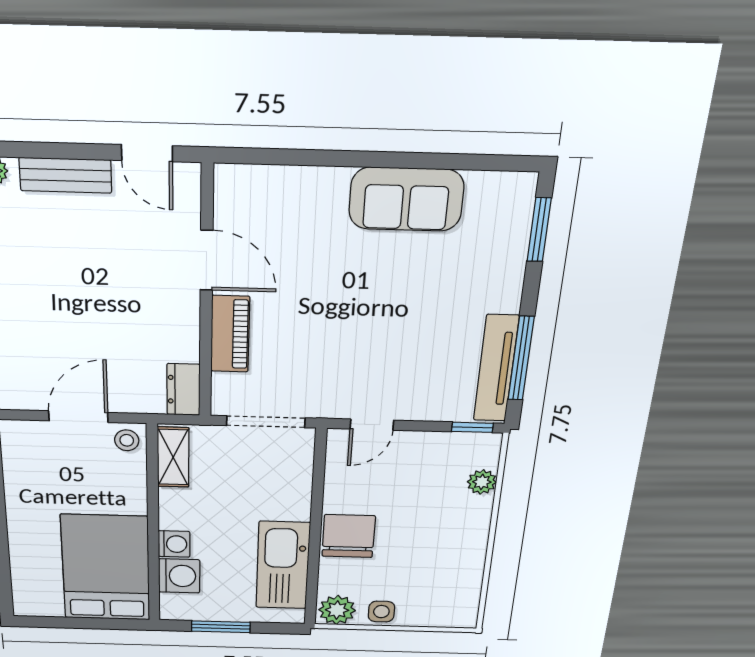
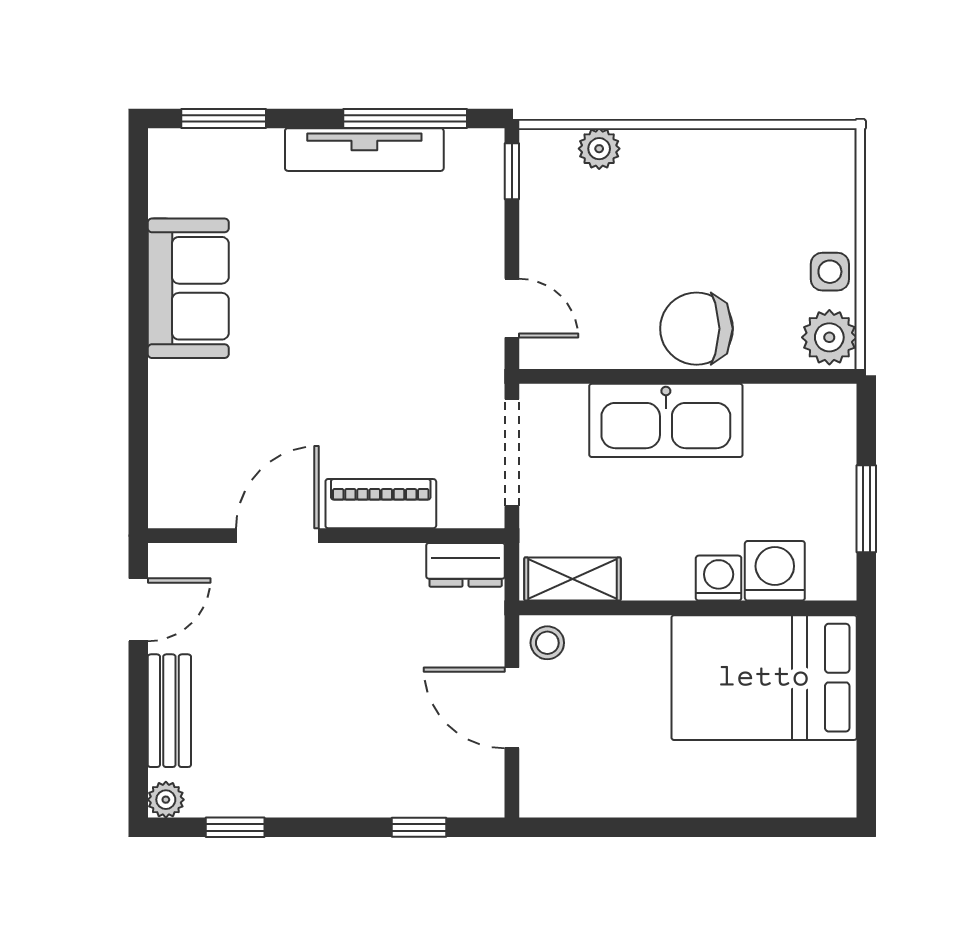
tv unit: (496, 369) -> (364, 150), moved
kitchen sink: (283, 565) -> (666, 420), moved

